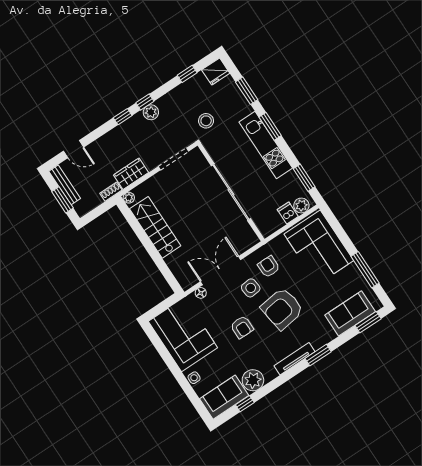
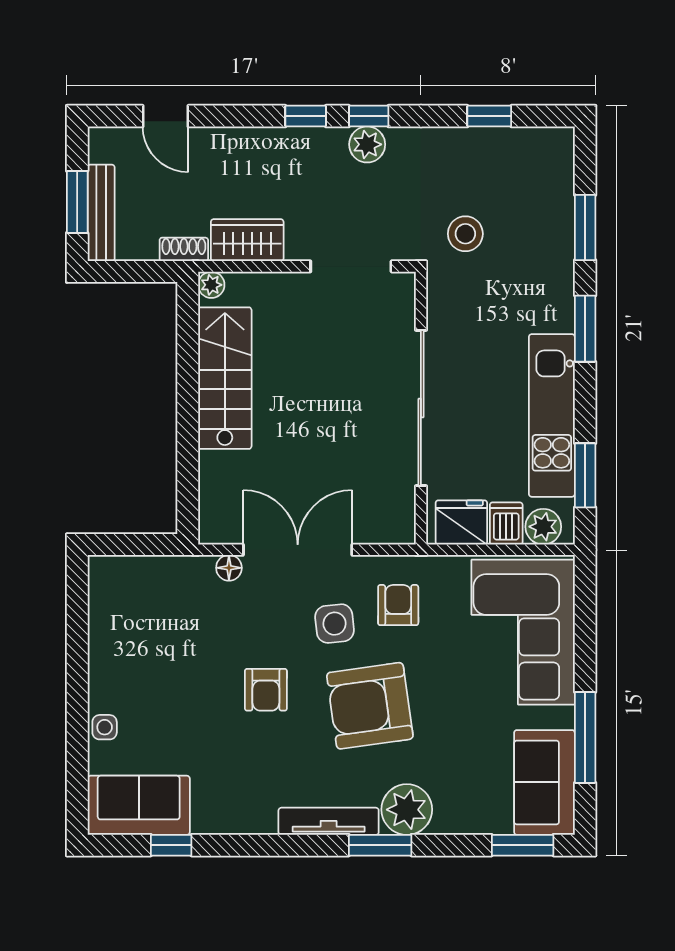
fridge: (216, 72) -> (461, 522), moved, turned 180
kitchen unit: (266, 145) -> (552, 415), moved
bench: (65, 185) -> (101, 213), moved
sofa: (350, 313) -> (544, 782), moved, turned -90
corner sofa: (183, 335) -> (139, 627), removed
plant: (253, 380) -> (407, 810), moved

